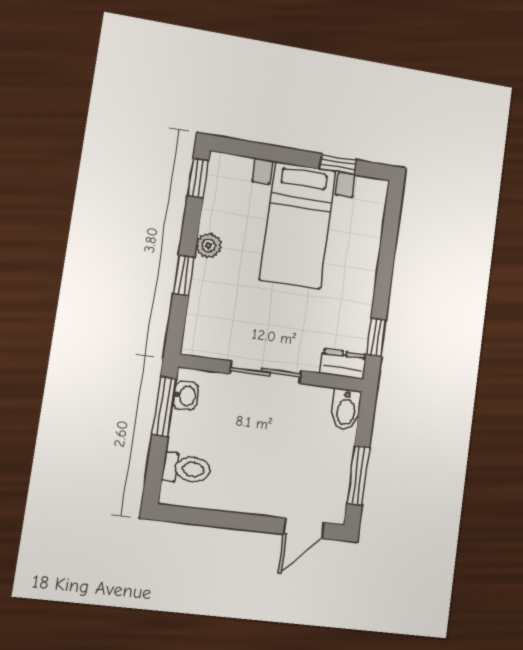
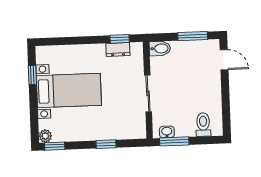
plant: (209, 245) -> (45, 136), moved
dresser: (343, 364) -> (118, 49), moved, turned -90

